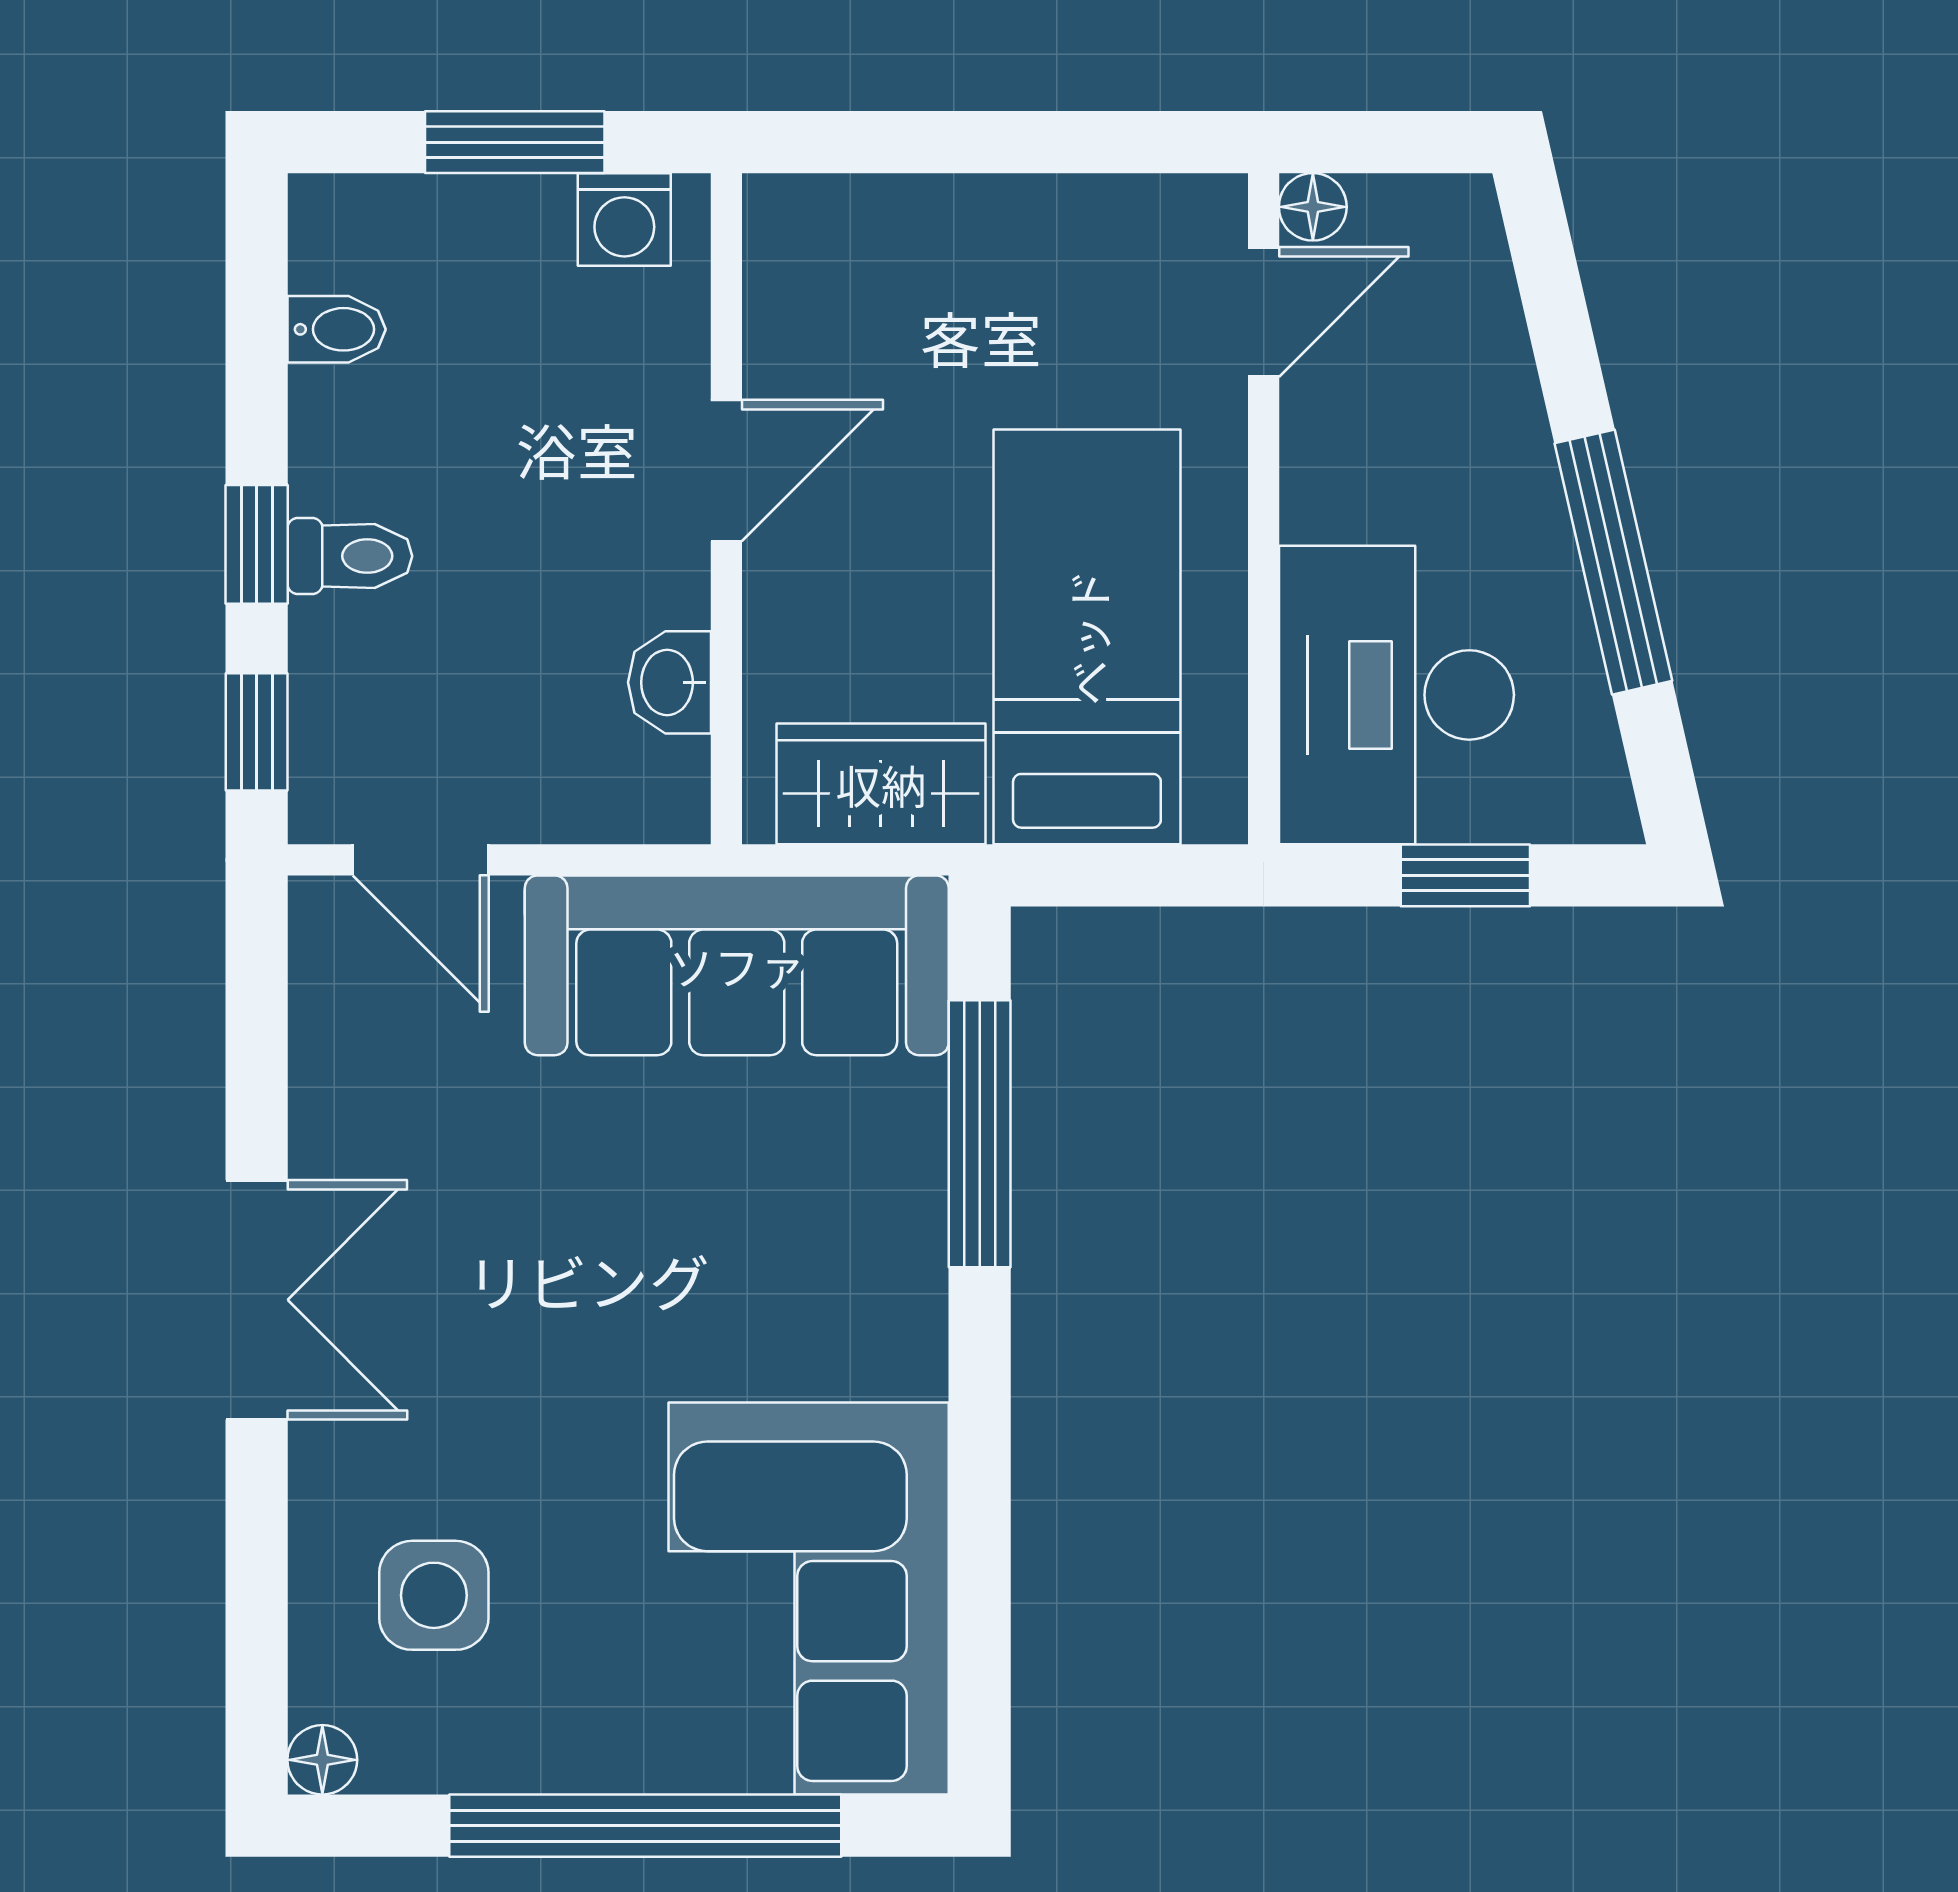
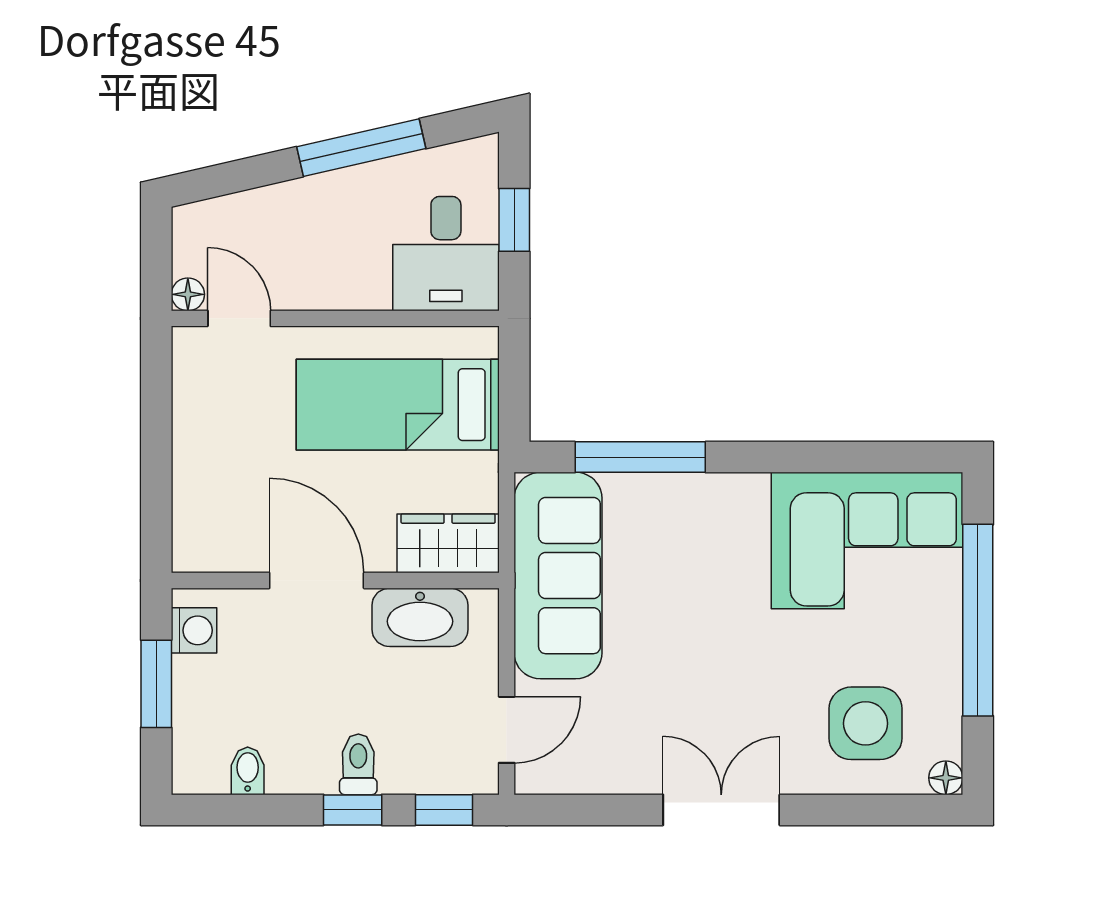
door: (726, 471) -> (317, 581), width x1.38
washbasin: (670, 682) -> (420, 617), width x1.91, depth x1.45
desk: (1396, 695) -> (446, 254), width x0.73
wardrobe: (881, 784) -> (448, 543), moved, turned 90
side table: (434, 1595) -> (866, 723), width x1.37, depth x1.37

